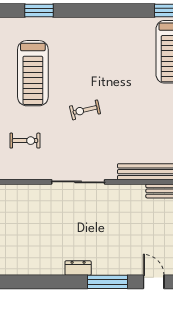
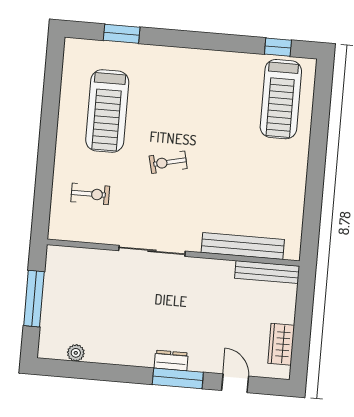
plant: (24, 268) -> (76, 353), added
dresser: (78, 268) -> (171, 360), moved

